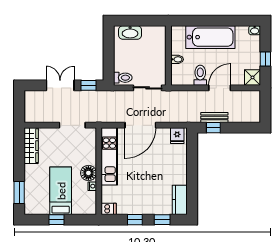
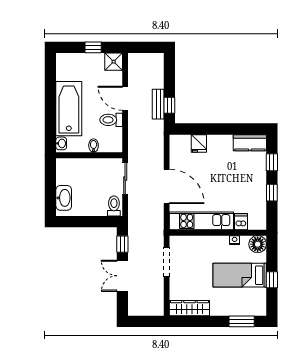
washbasin: (255, 30) -> (61, 143), moved
fridge: (177, 136) -> (199, 143), moved, turned 90
floor lamp: (88, 173) -> (258, 244), moved
dishwasher: (109, 209) -> (241, 222), moved

